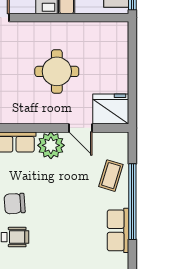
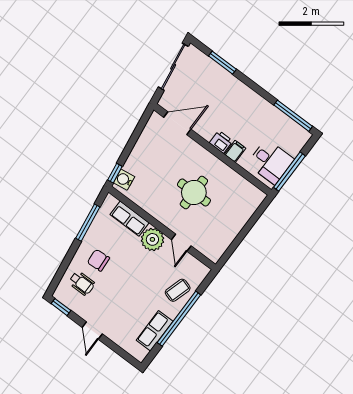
fridge: (111, 109) -> (211, 245), removed

